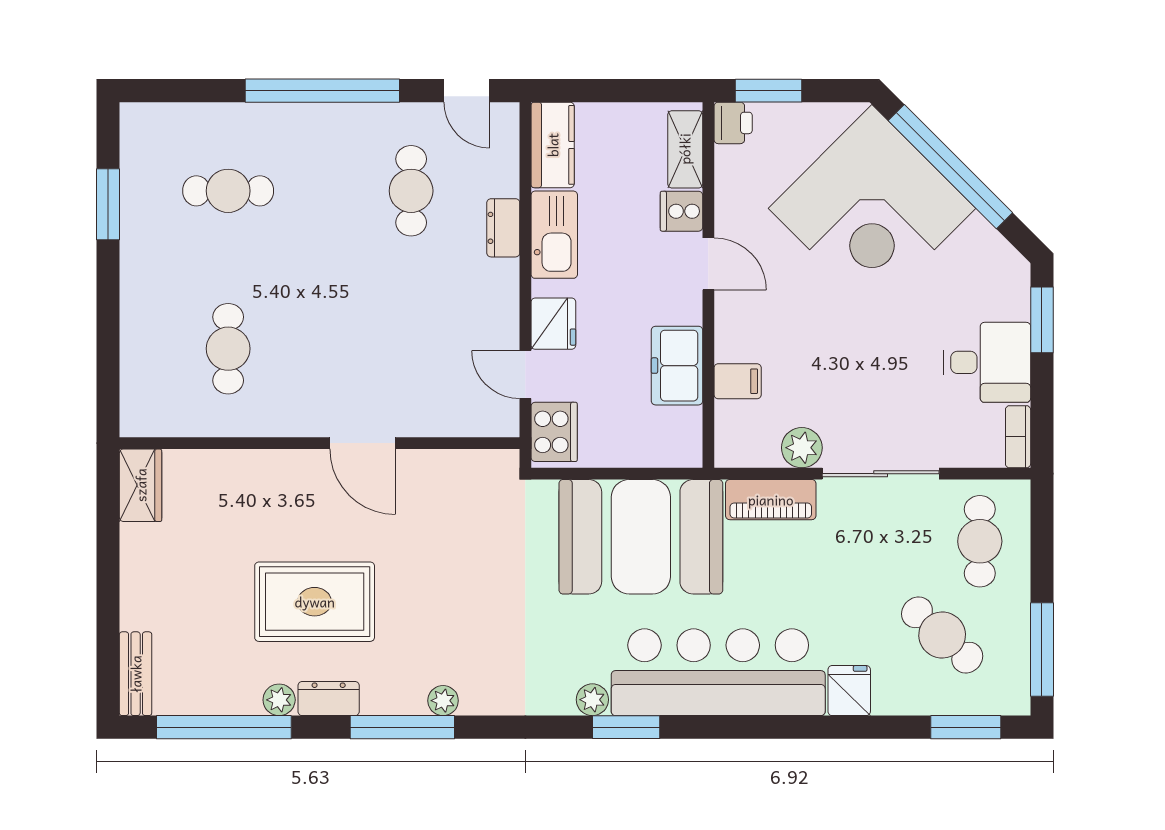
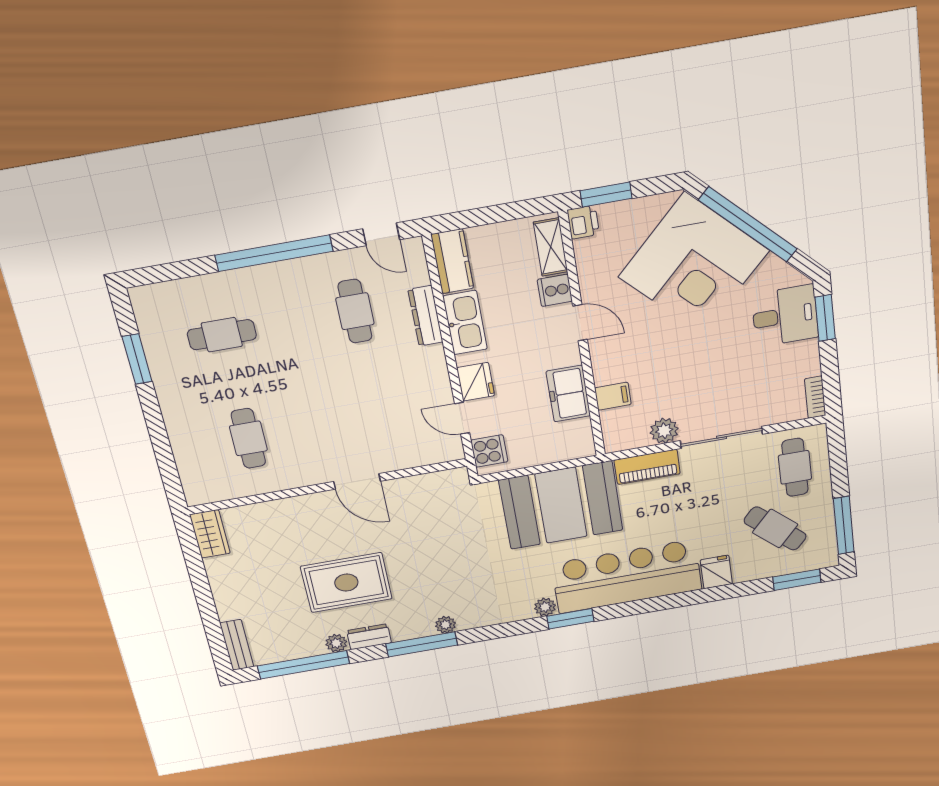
dresser: (503, 228) -> (426, 316), width x1.44
desk: (987, 362) -> (785, 316), moved
cooker: (554, 432) -> (489, 451), width x0.73

